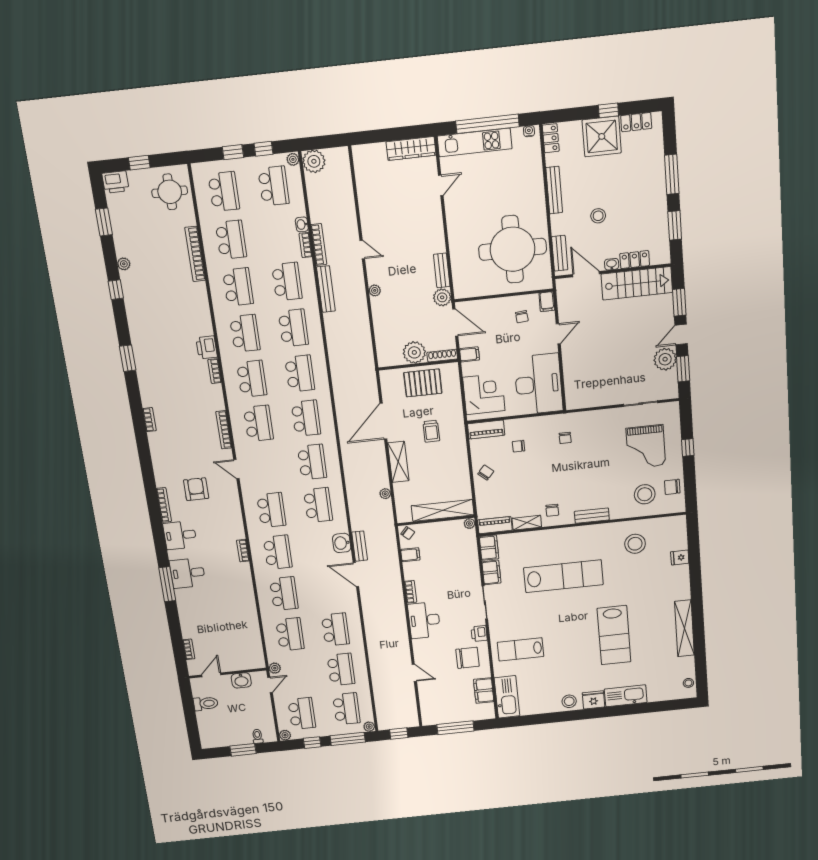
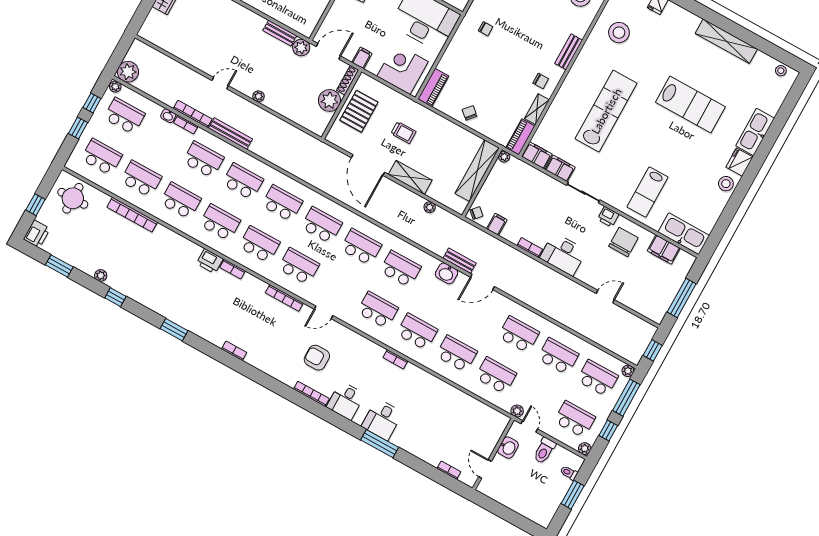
chair: (519, 446) -> (466, 71), removed
toilet: (206, 704) -> (544, 451), moved, turned 180

